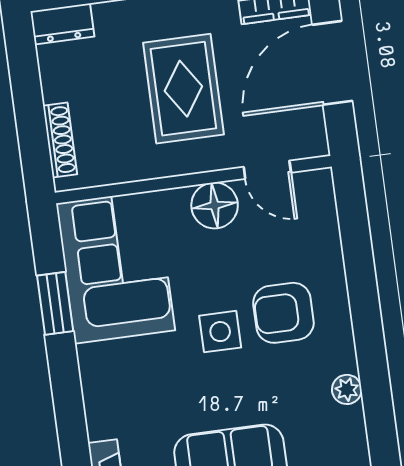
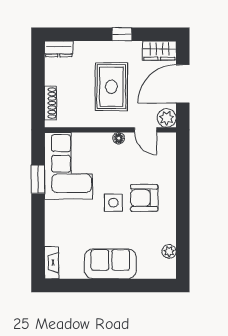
plant: (308, 139) -> (167, 118), added
floor lamp: (215, 205) -> (119, 138), width x0.53, depth x0.53
plant: (347, 389) -> (169, 251), moved

